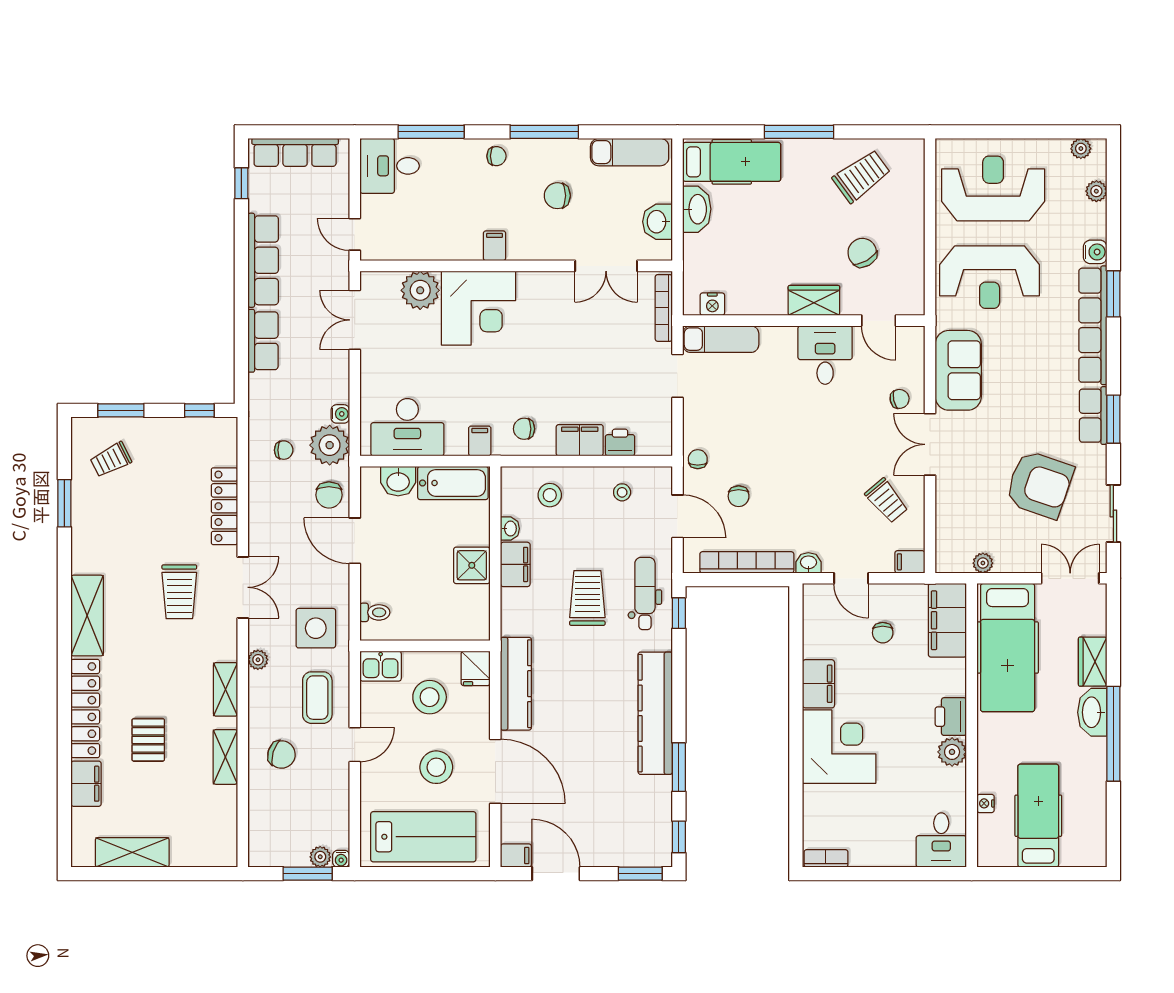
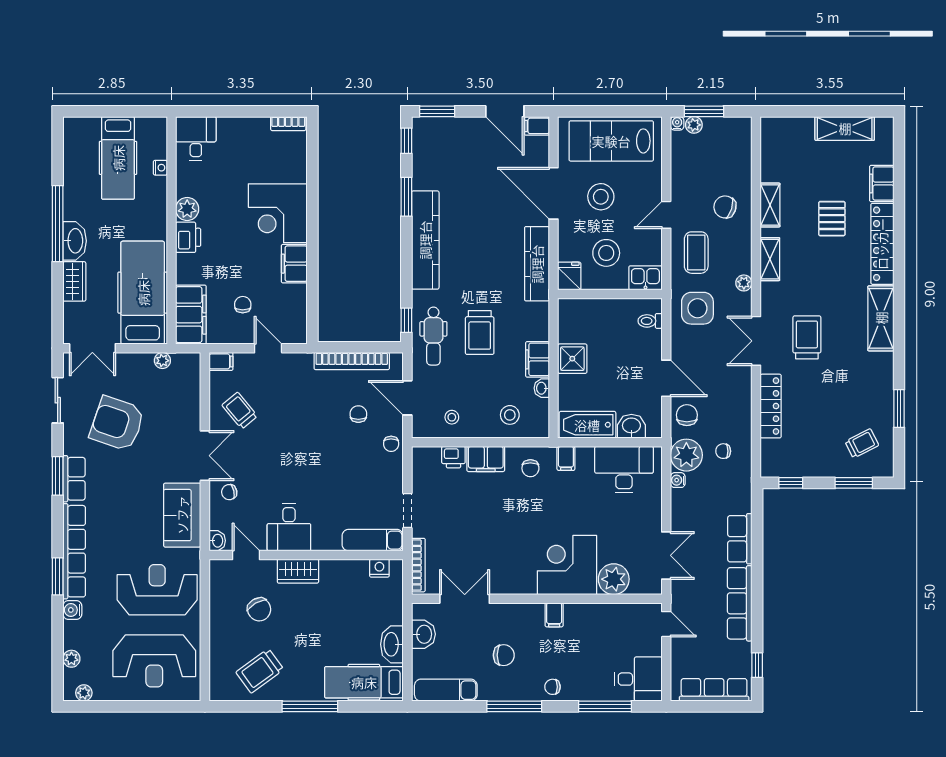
chair: (524, 429) -> (530, 468), turned 90
washbasin: (808, 563) -> (217, 541), moved, turned -90

